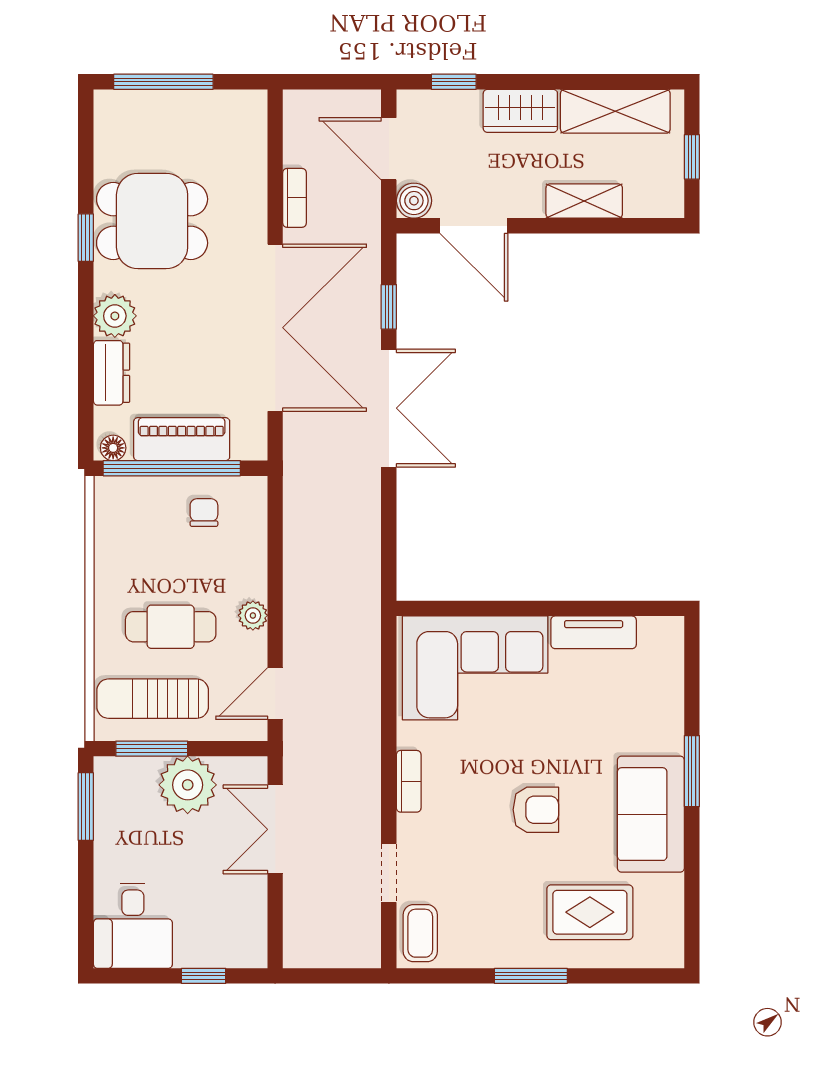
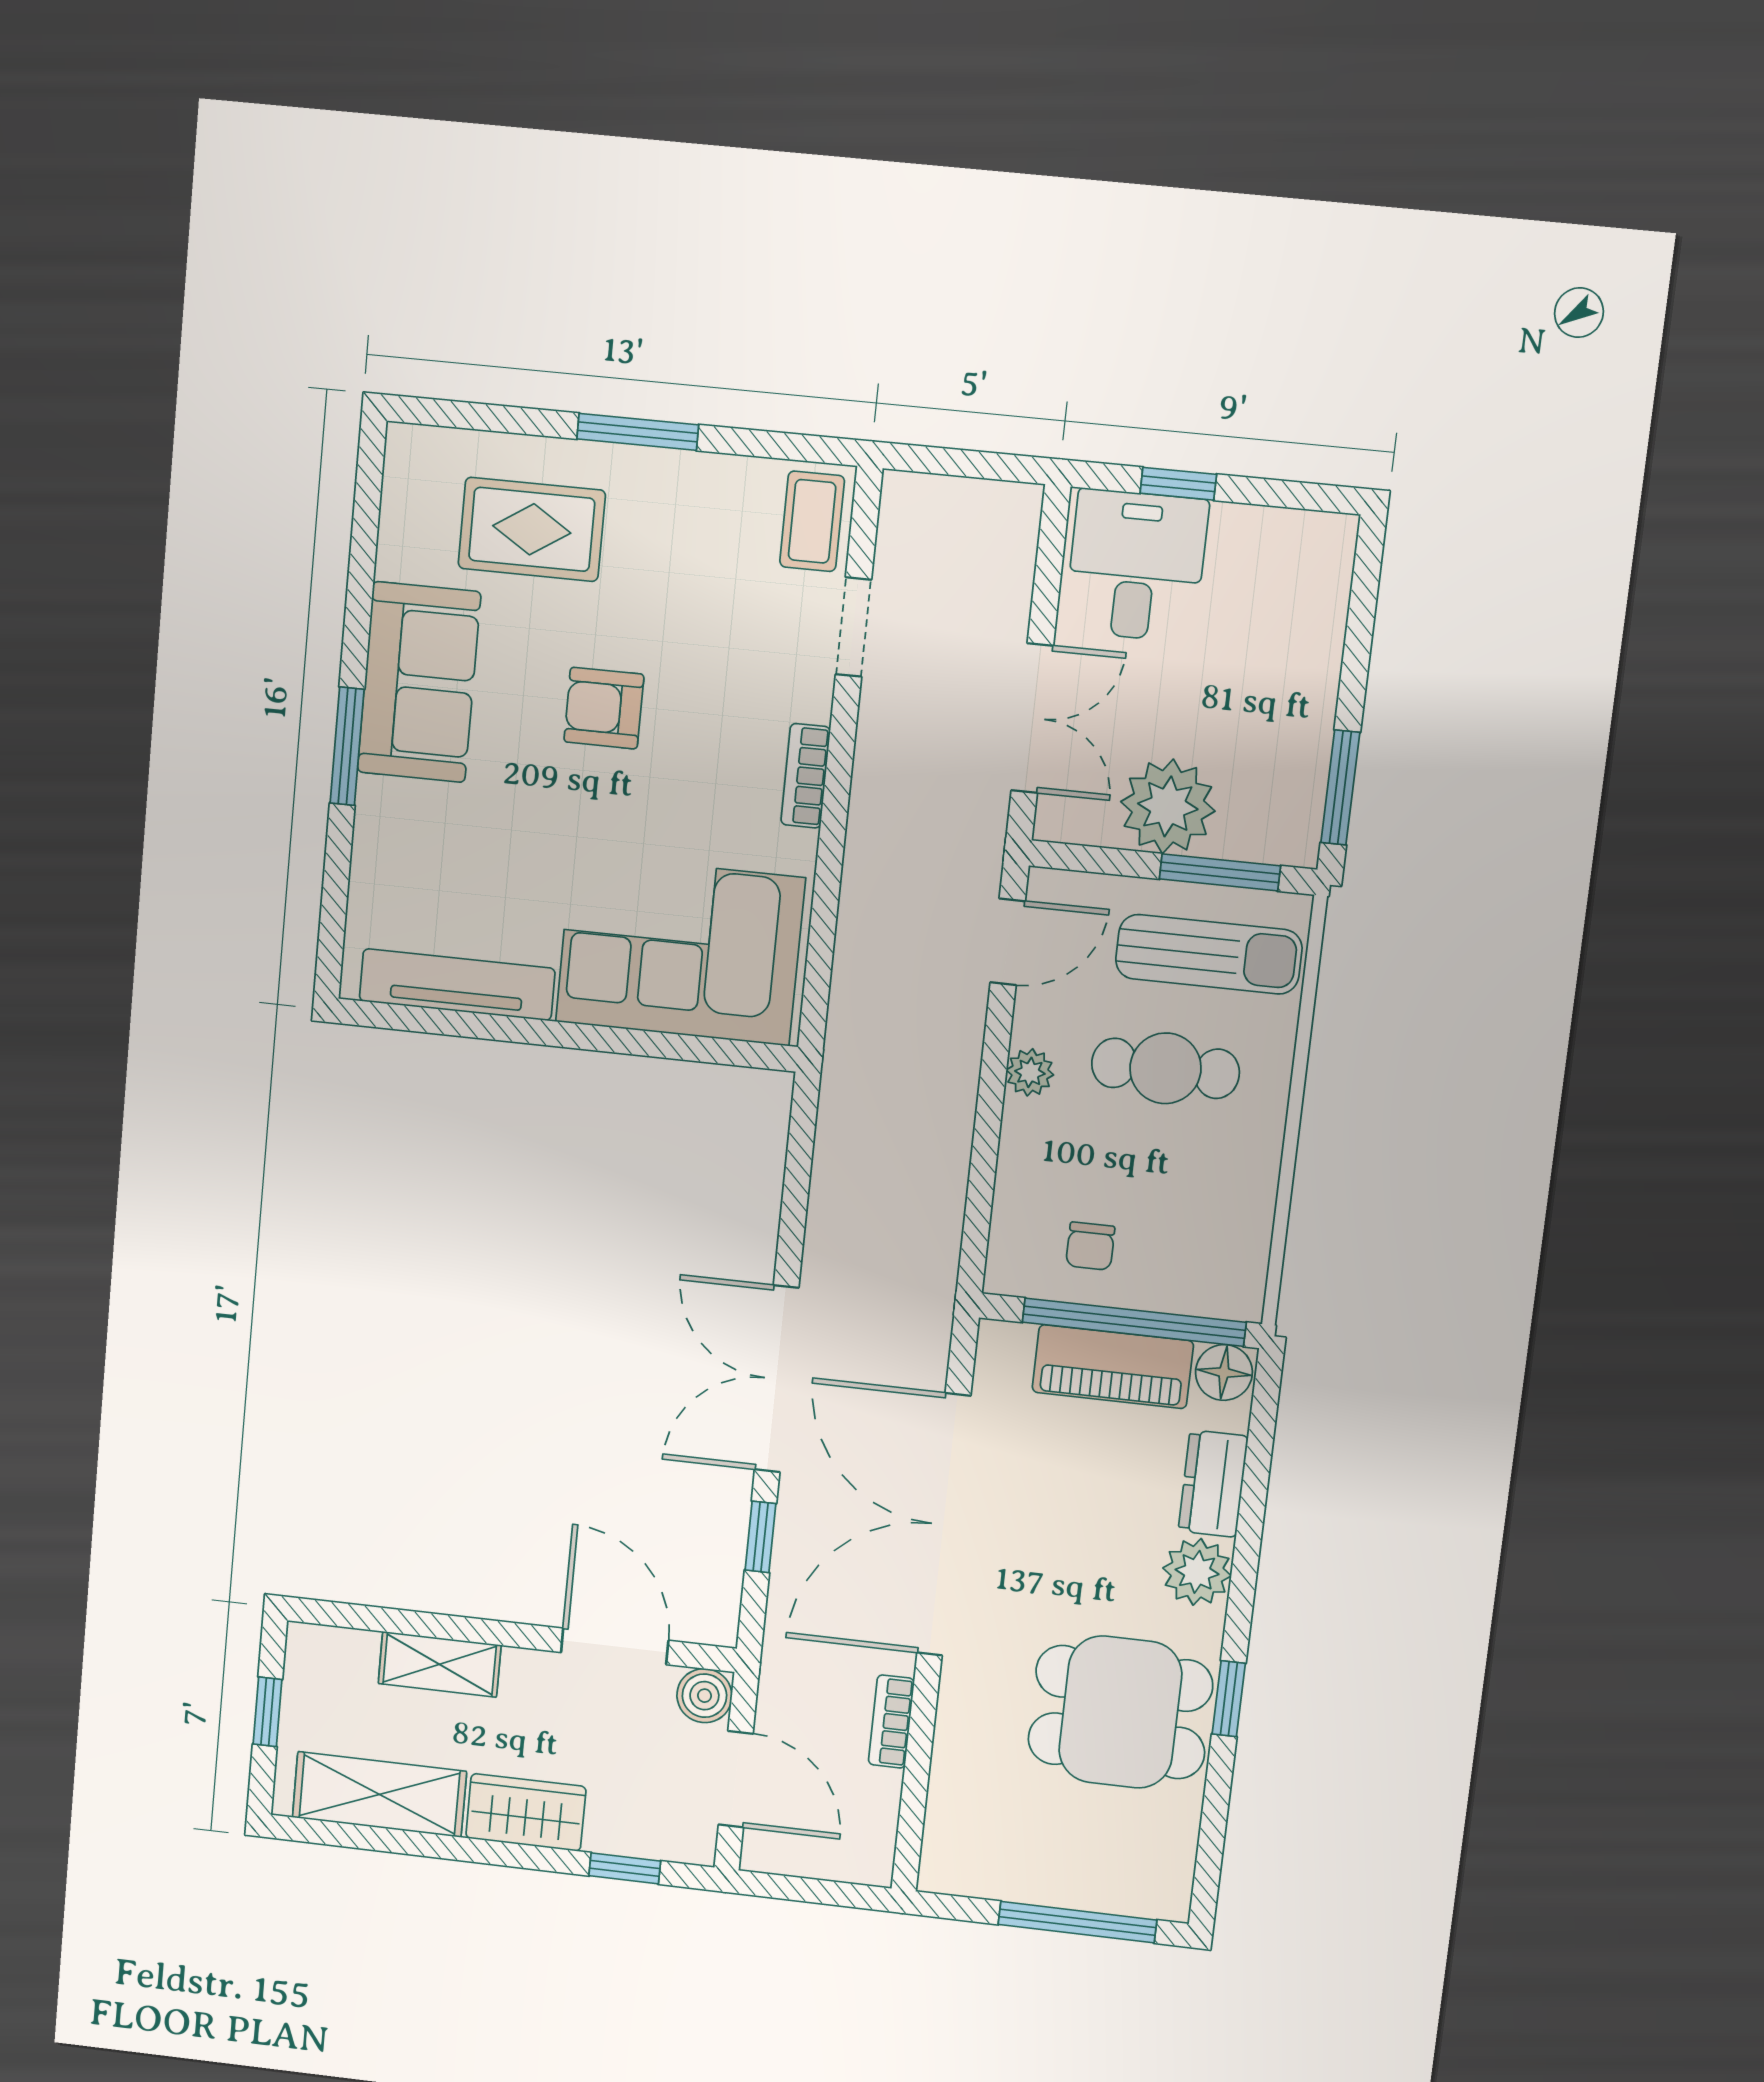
floor lamp: (113, 448) -> (1224, 1372), width x1.37, depth x1.37
tv unit: (594, 632) -> (457, 985), width x1.41
desk: (133, 926) -> (1136, 566), moved

